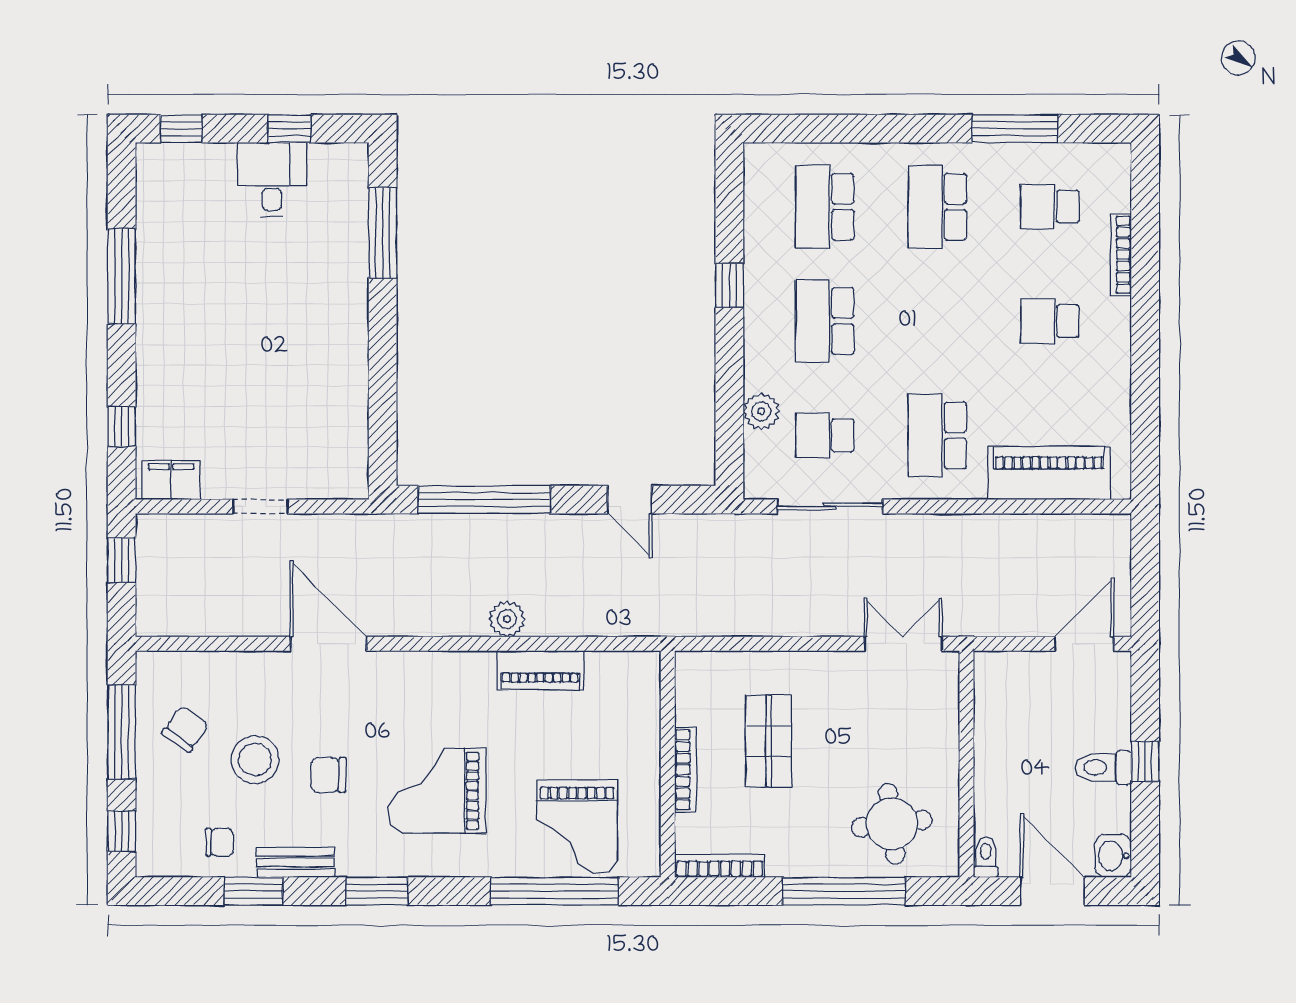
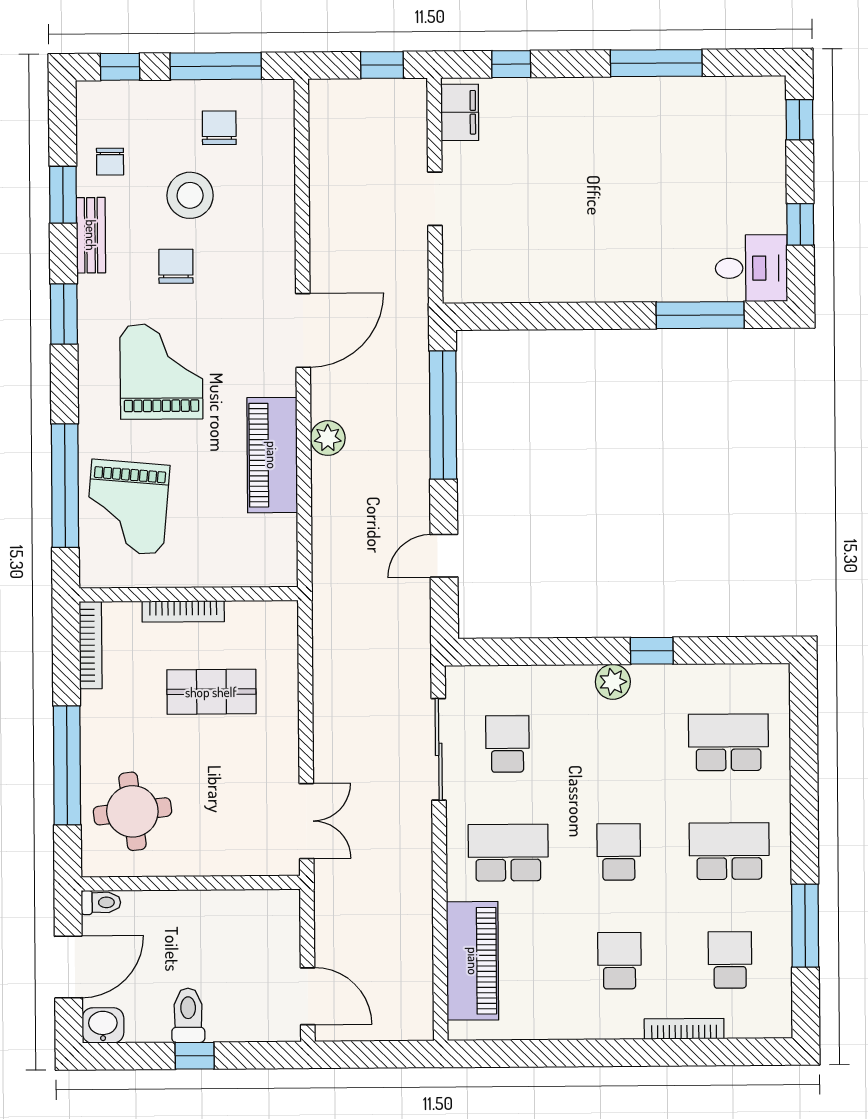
desk: (272, 180) -> (751, 268), moved
school desk: (825, 321) -> (619, 852), moved, width x0.54
plant: (761, 411) -> (613, 682), moved
door: (328, 644) -> (303, 330), moved
piano: (540, 670) -> (272, 455), width x1.37, depth x1.33
chair: (185, 729) -> (219, 128), turned -126
grand piano: (577, 827) -> (127, 507), turned -85

